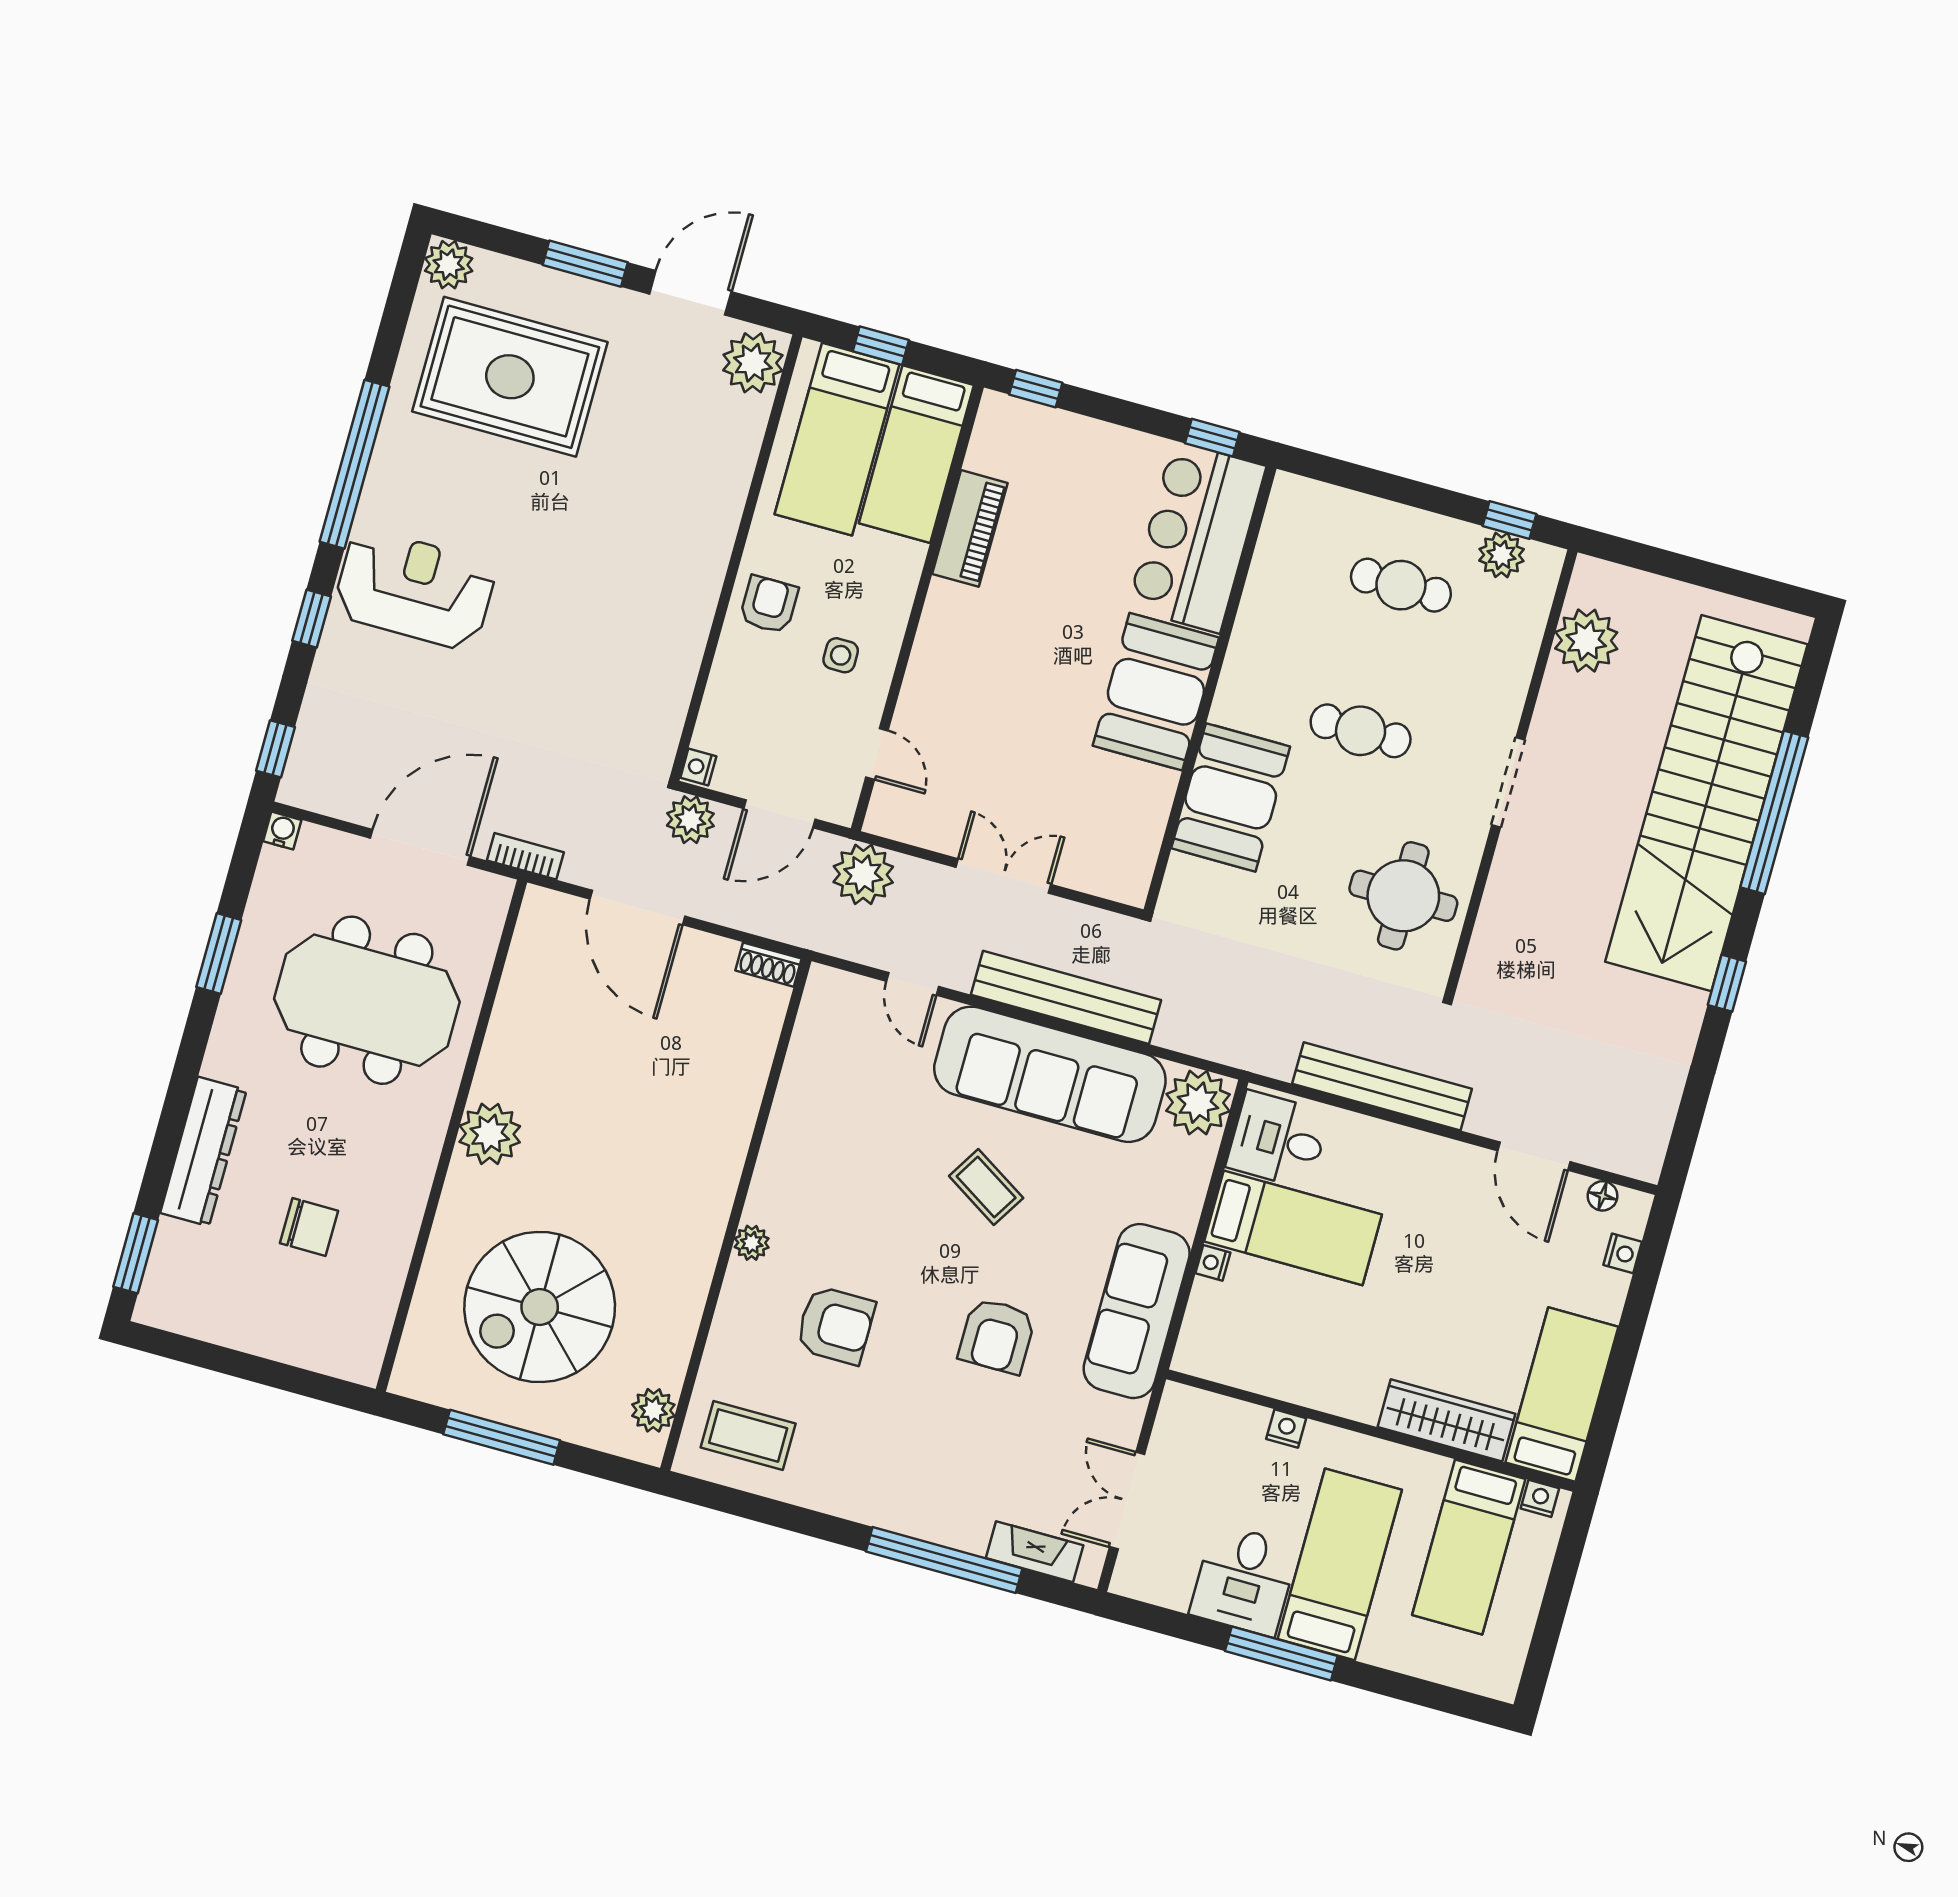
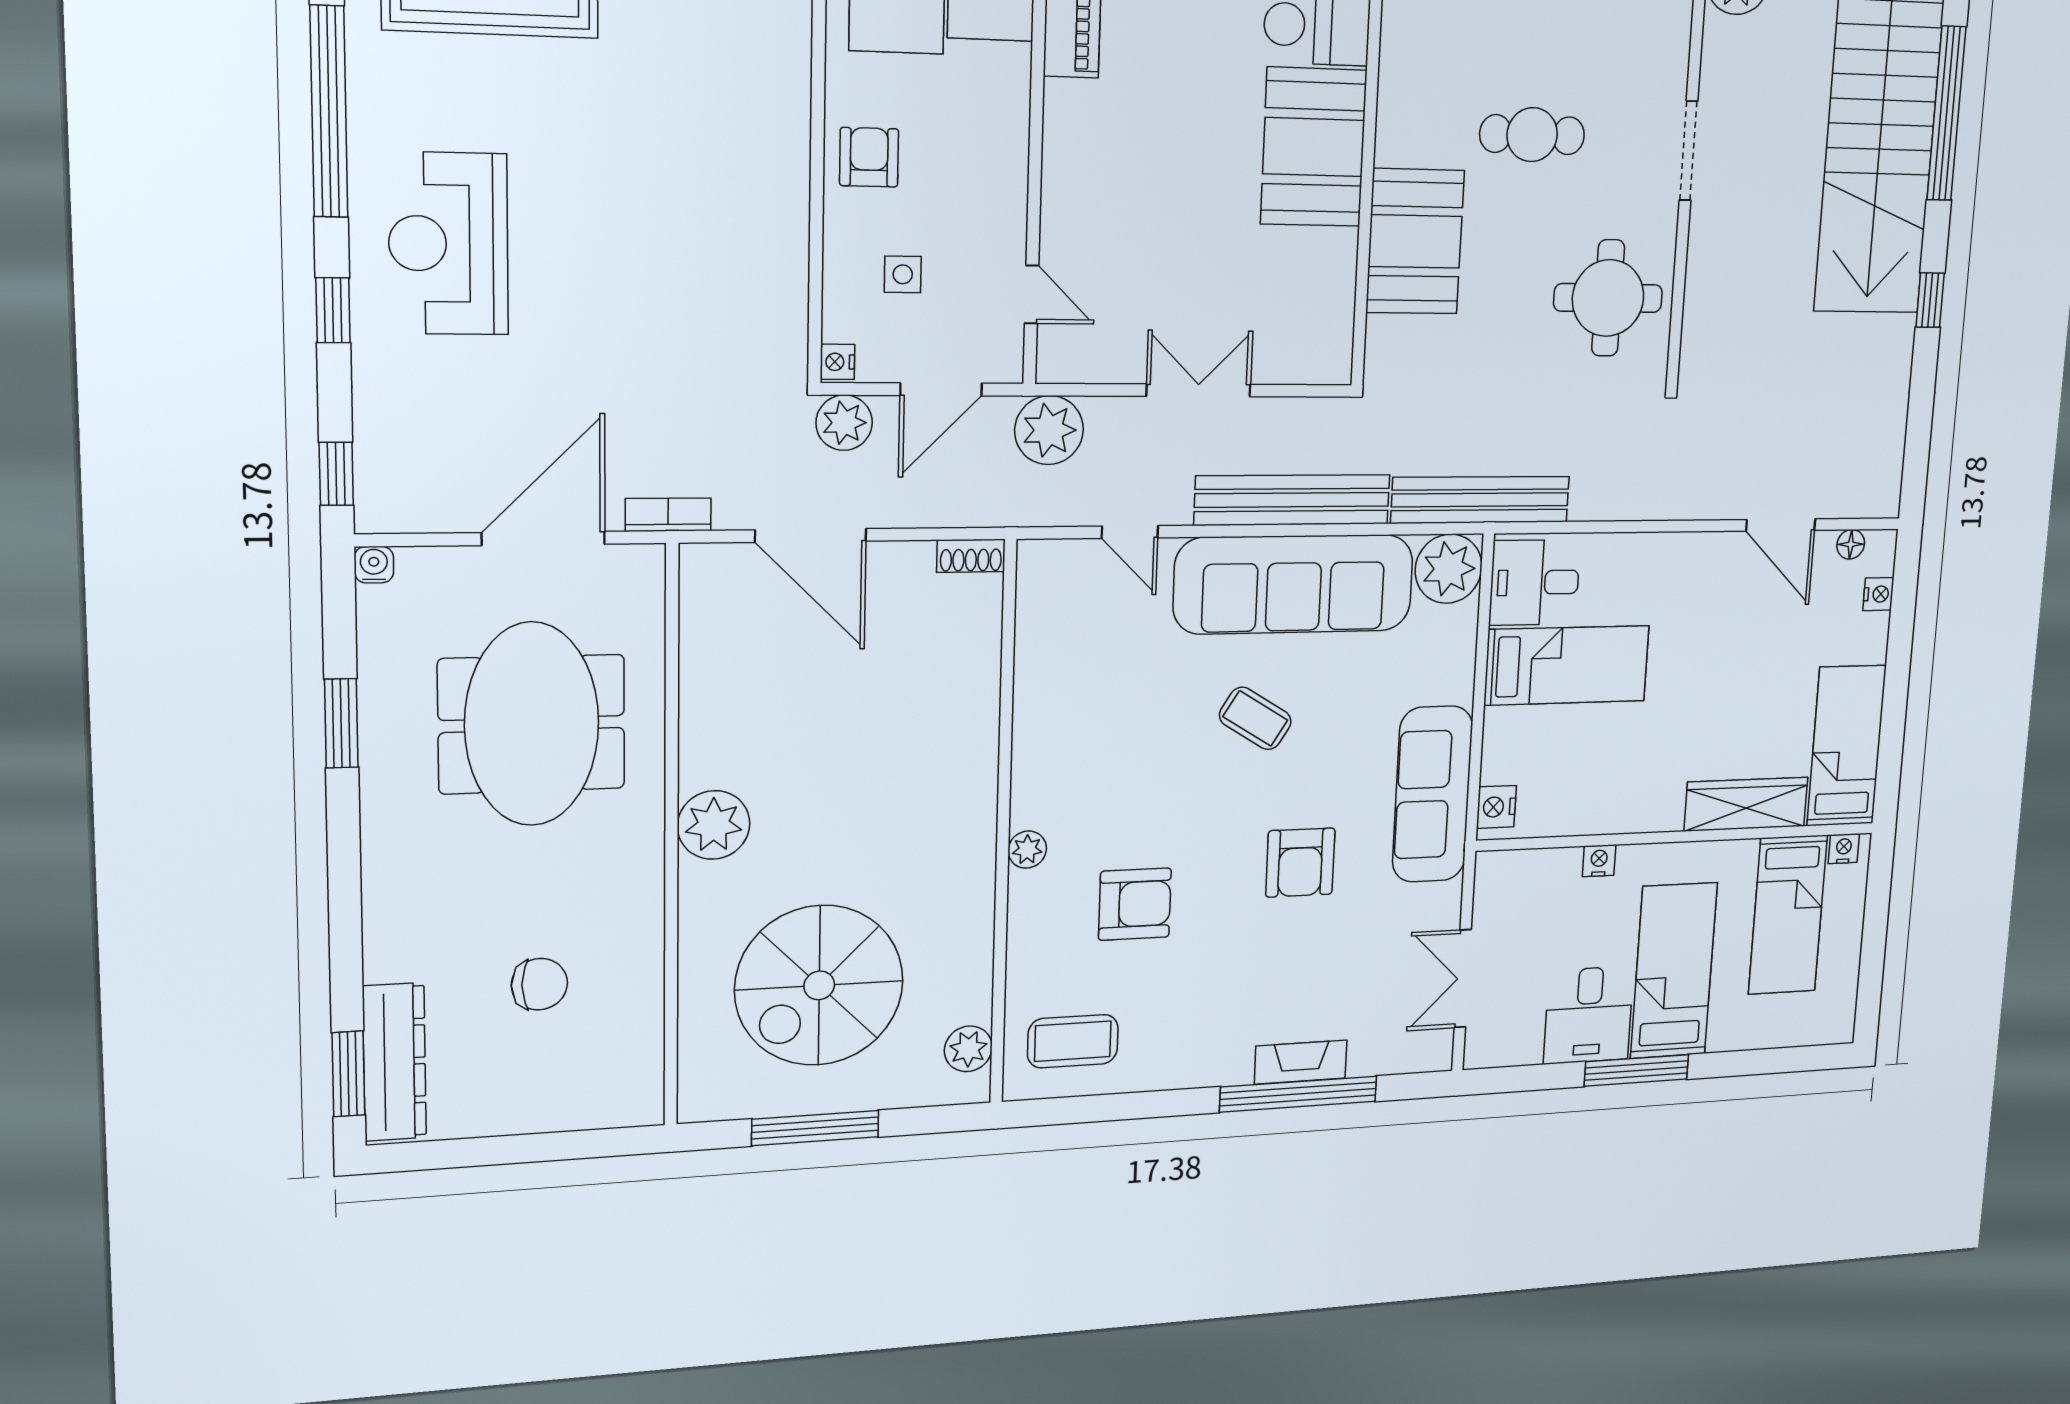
reception desk: (415, 589) -> (448, 244), turned -90
side table: (841, 655) -> (903, 274), moved
meeting table: (367, 1000) -> (532, 724), turned 90
bench: (1382, 1086) -> (1480, 500), moved
dresser: (203, 1152) -> (395, 1062), moved
nightstand: (1213, 1263) -> (1496, 807), moved, width x1.39, depth x1.35
fireplace: (1035, 1552) -> (1301, 1062), moved

